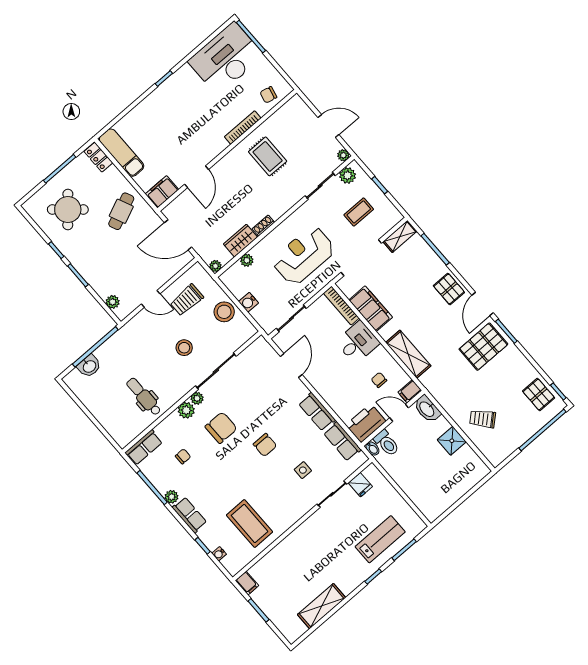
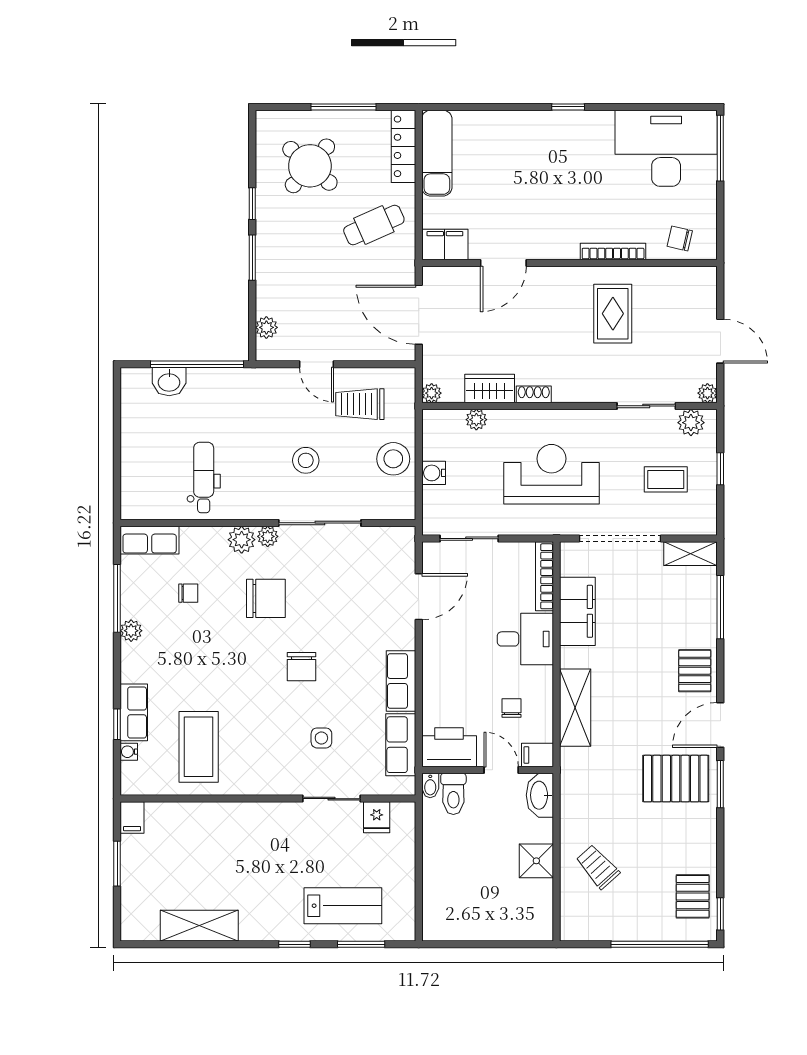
locker: (98, 157) -> (404, 146), width x1.53
row of seats: (189, 515) -> (134, 712), moved

